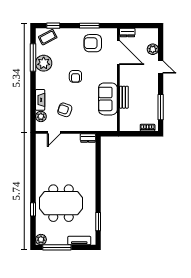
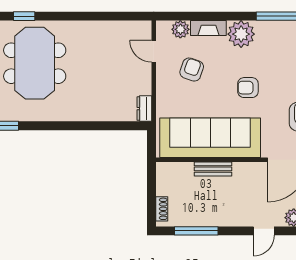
plant: (44, 63) -> (241, 34), moved
sofa: (108, 99) -> (210, 138), width x1.85, depth x1.27

